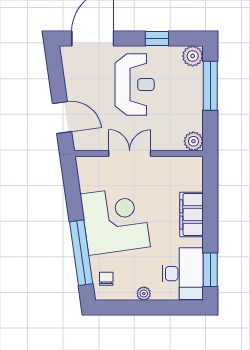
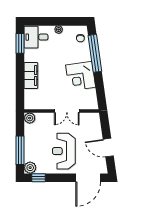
window: (157, 39) -> (38, 178), moved
door: (62, 118) -> (108, 148), moved
corner desk: (115, 220) -> (81, 76), width x0.74, depth x0.74
desk: (183, 274) -> (36, 37), width x0.73

